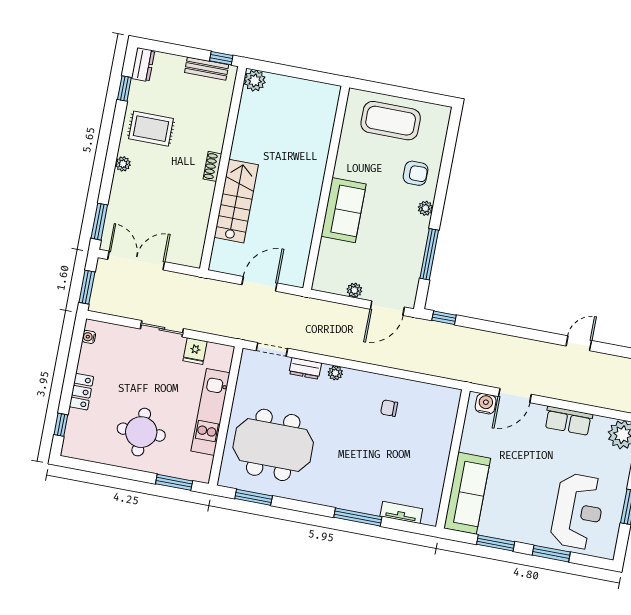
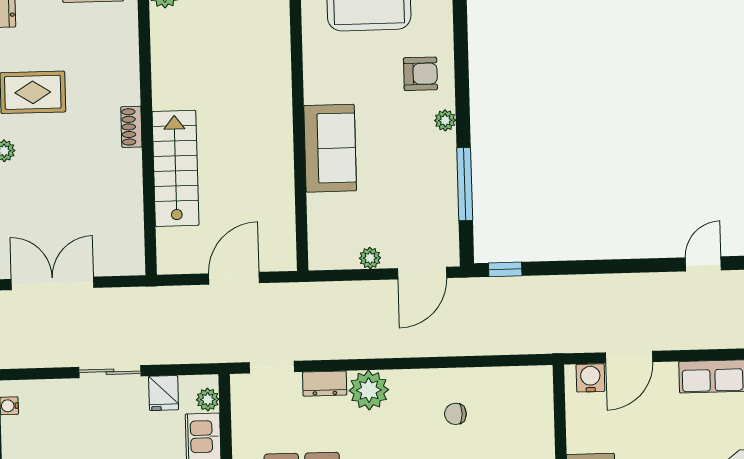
plant: (224, 362) -> (208, 399), added
plant: (335, 373) -> (369, 390), width x1.88, depth x1.88

